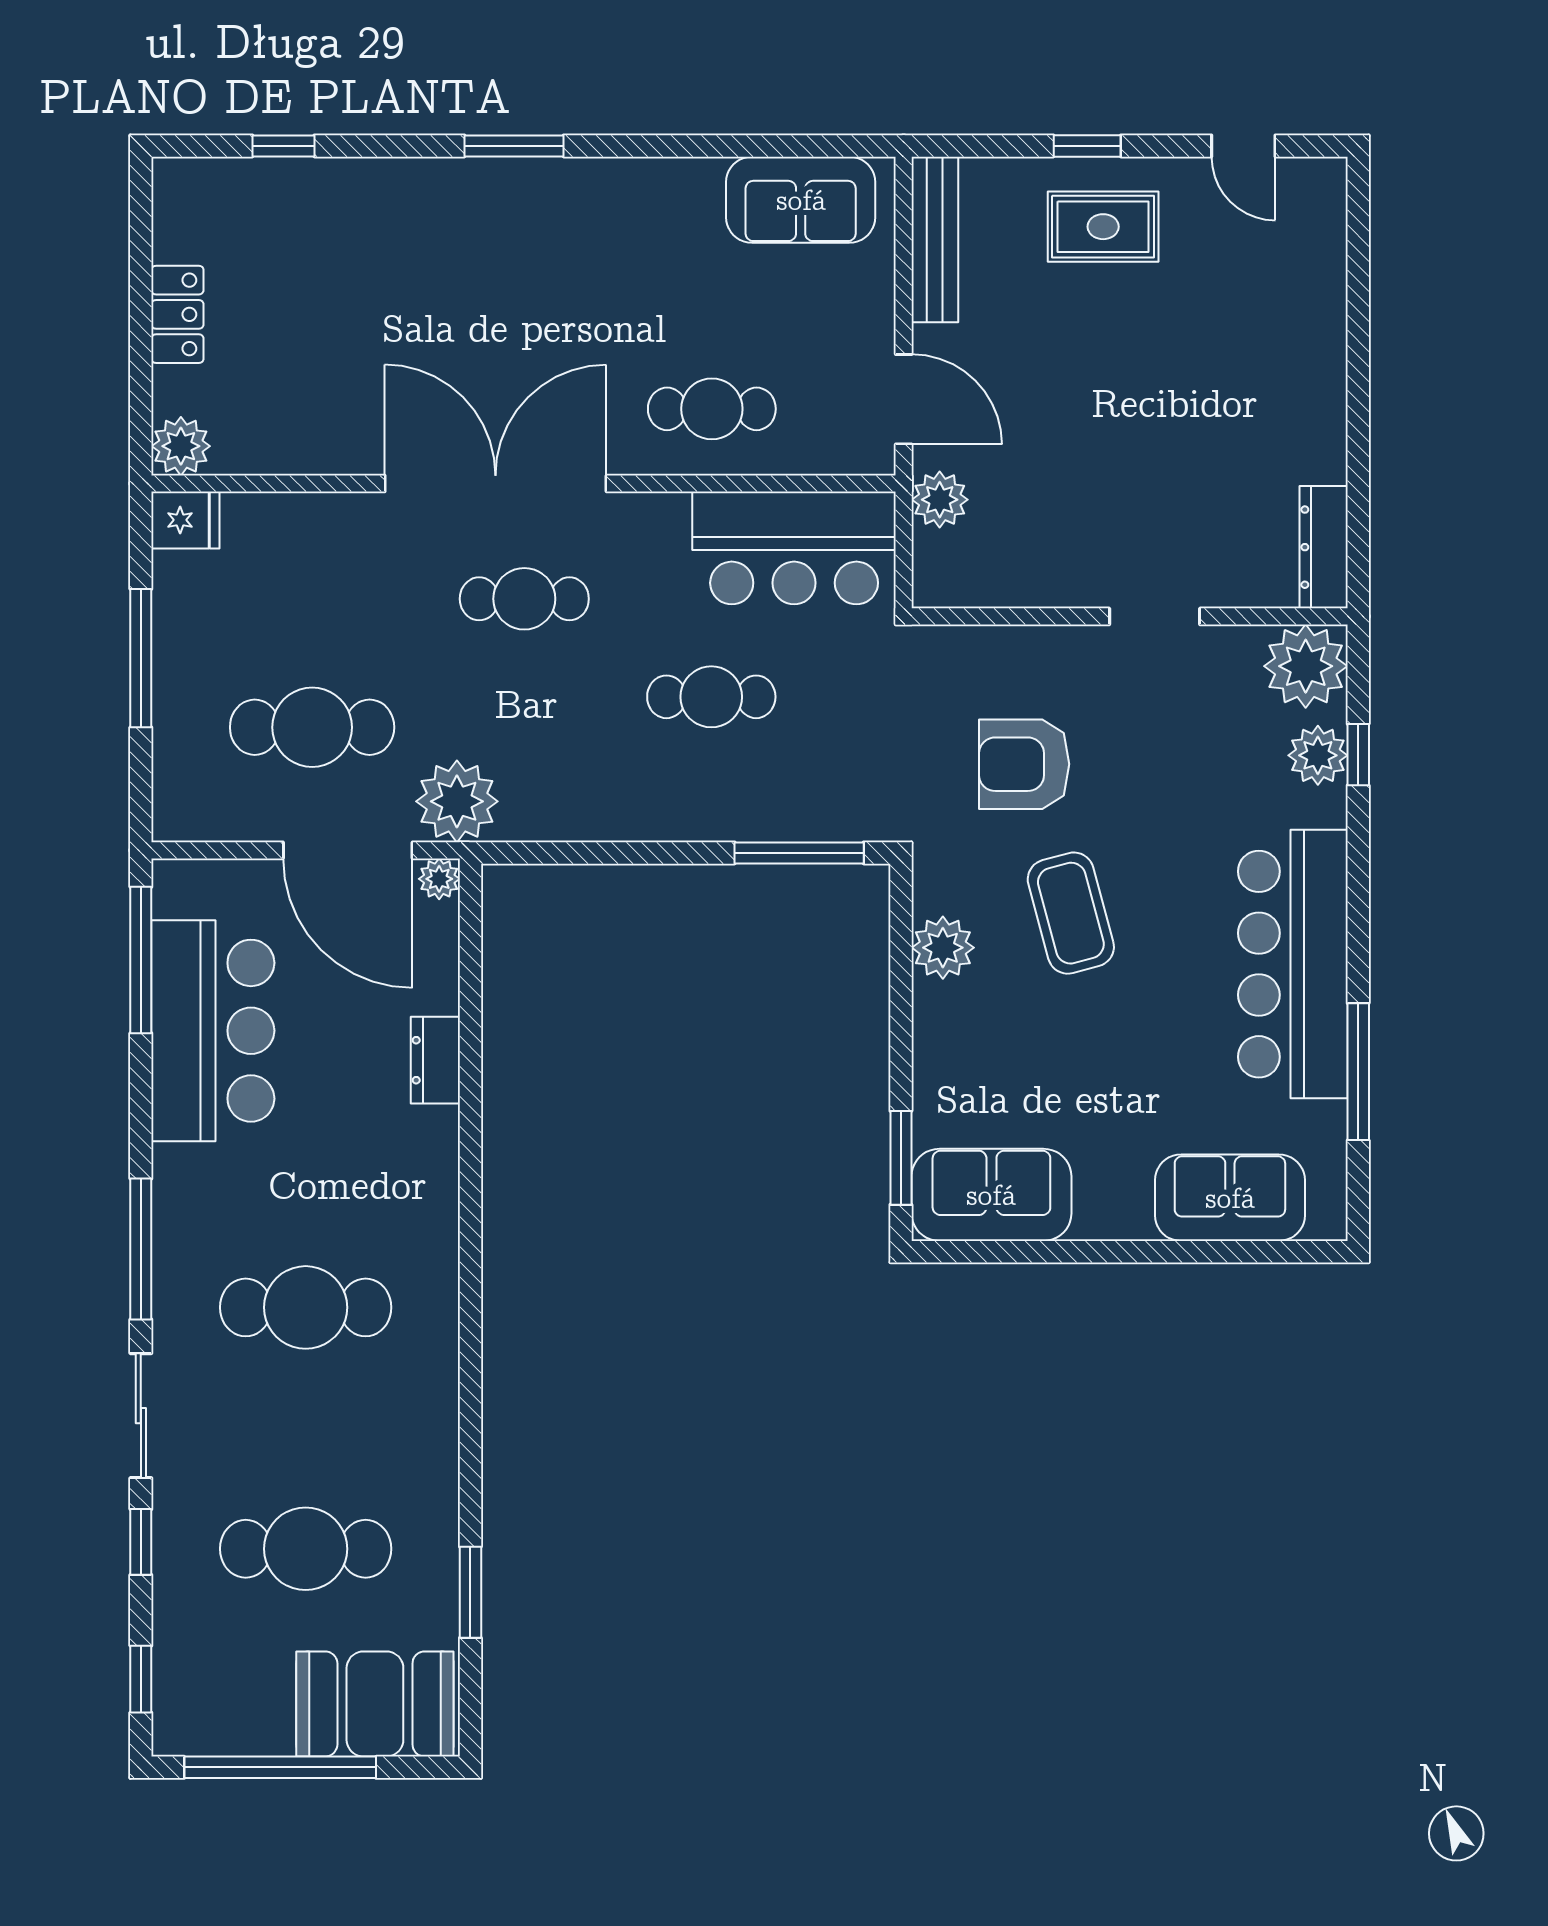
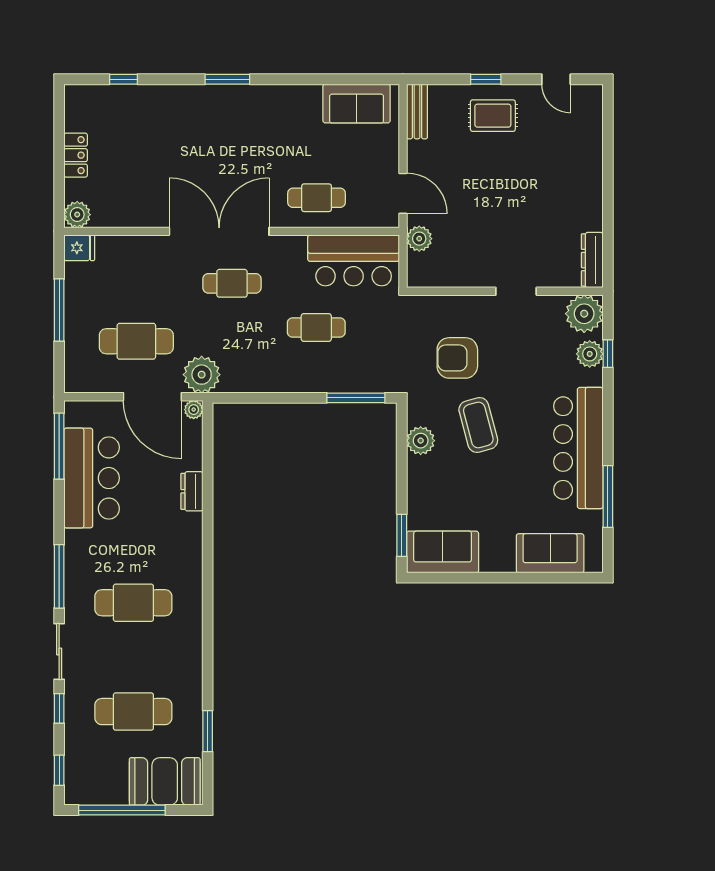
bench: (935, 239) -> (417, 111), width x0.73

